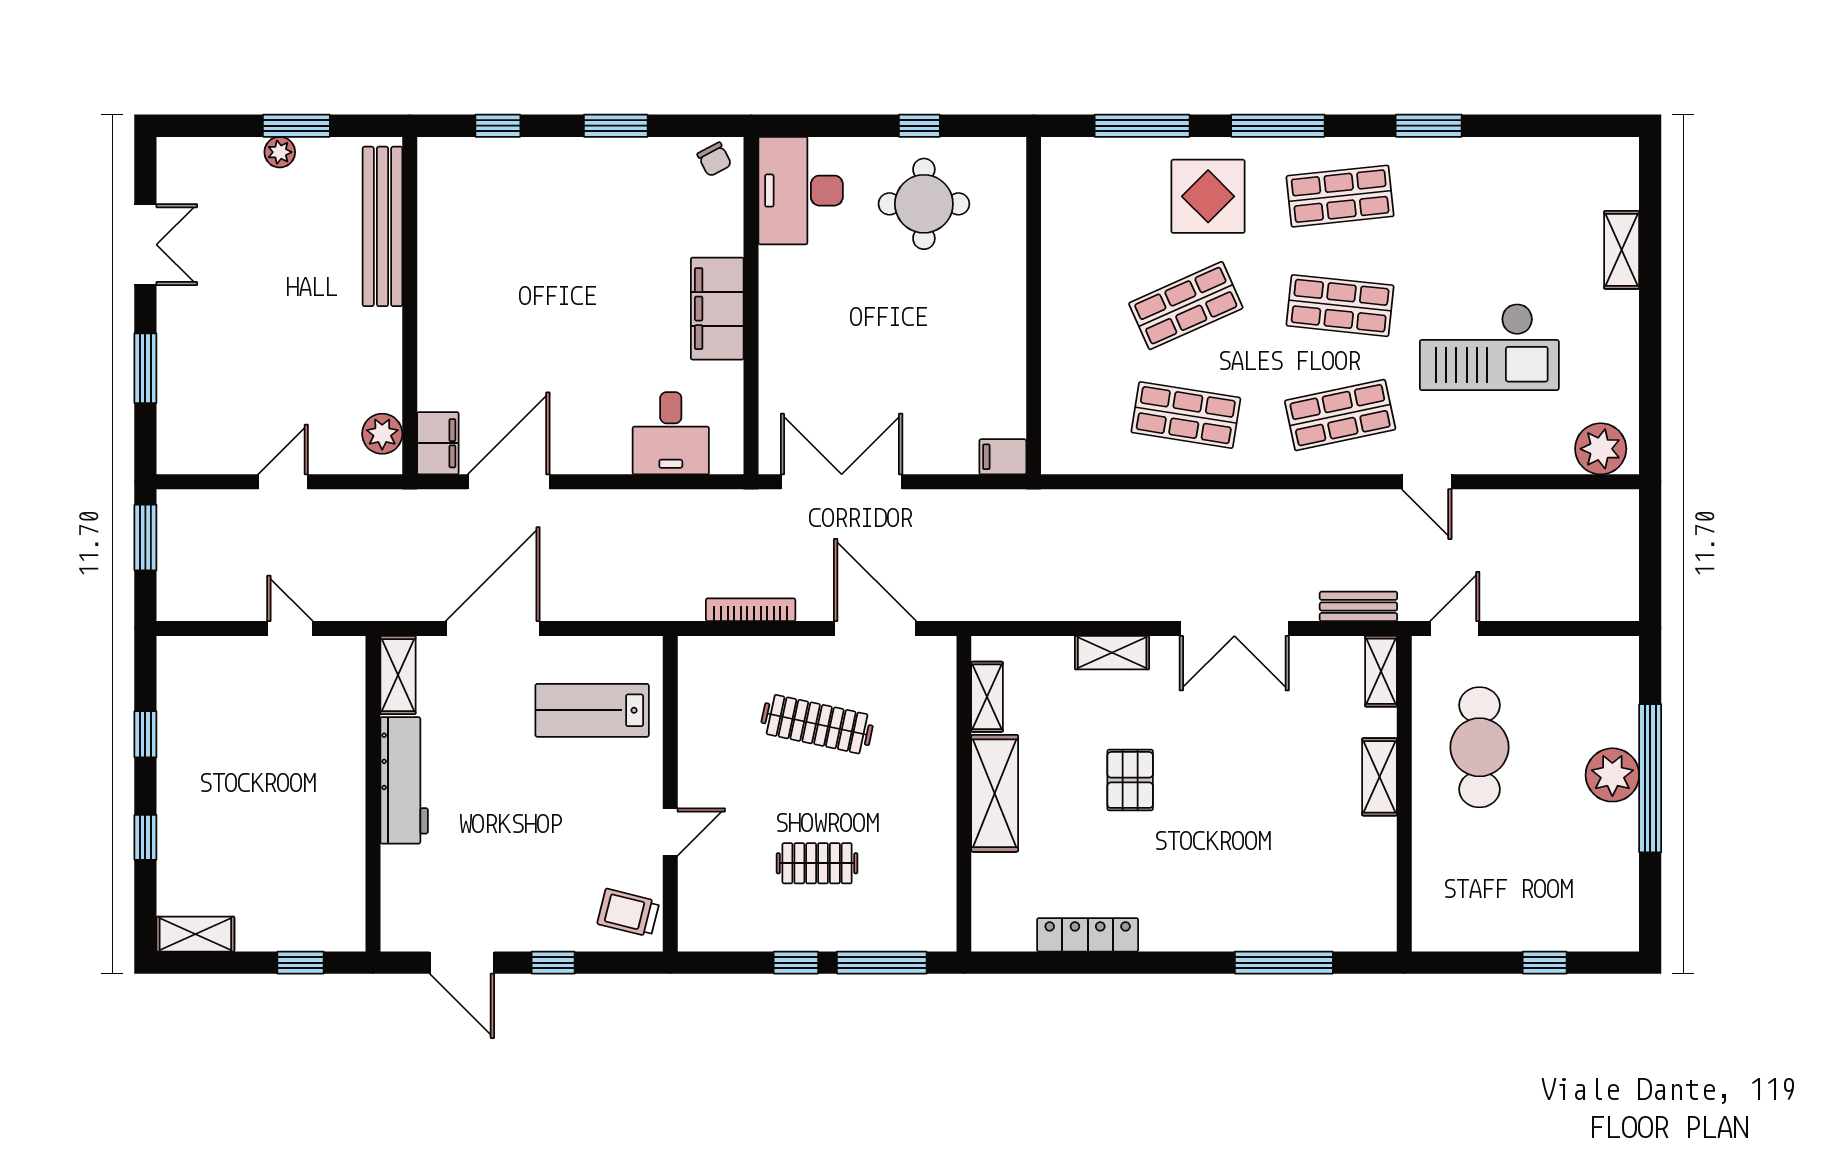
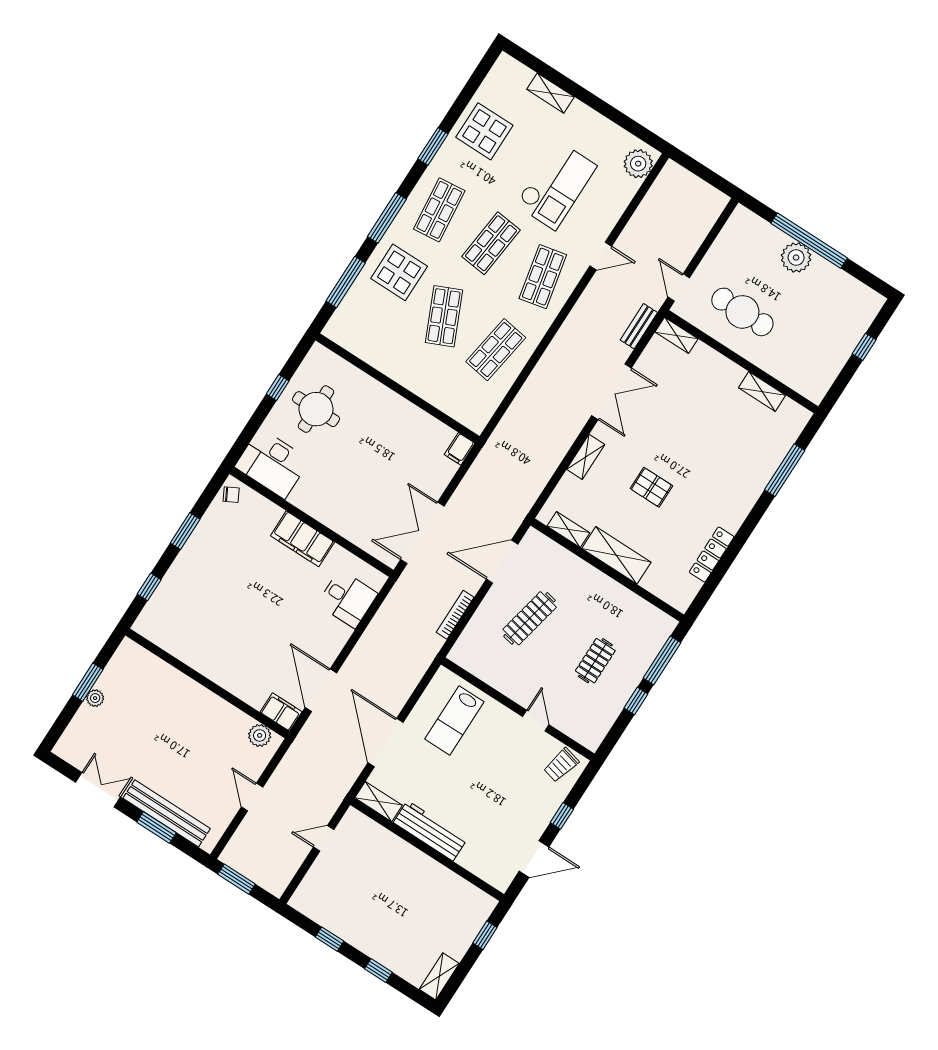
display table: (1501, 188) -> (484, 131), added
bench: (382, 226) -> (167, 813), moved
shelving: (1380, 777) -> (762, 391), moved

